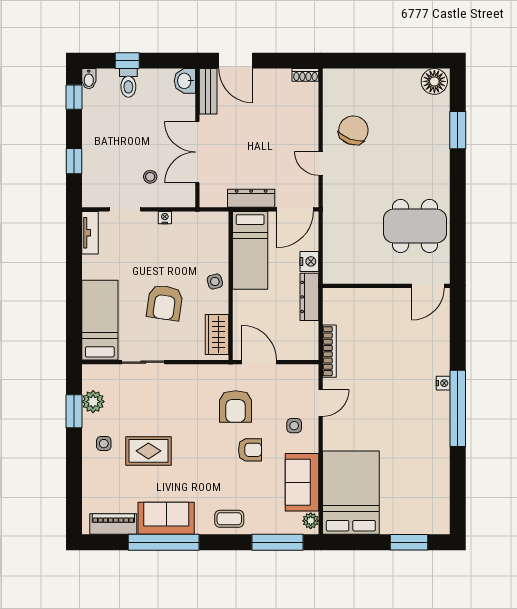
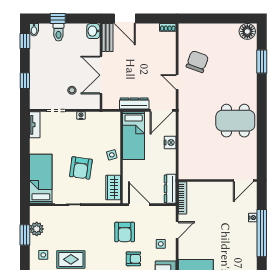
wall: (386, 286) -> (218, 180), moved
door: (428, 286) -> (243, 180), moved
dresser: (309, 297) -> (170, 189), moved

